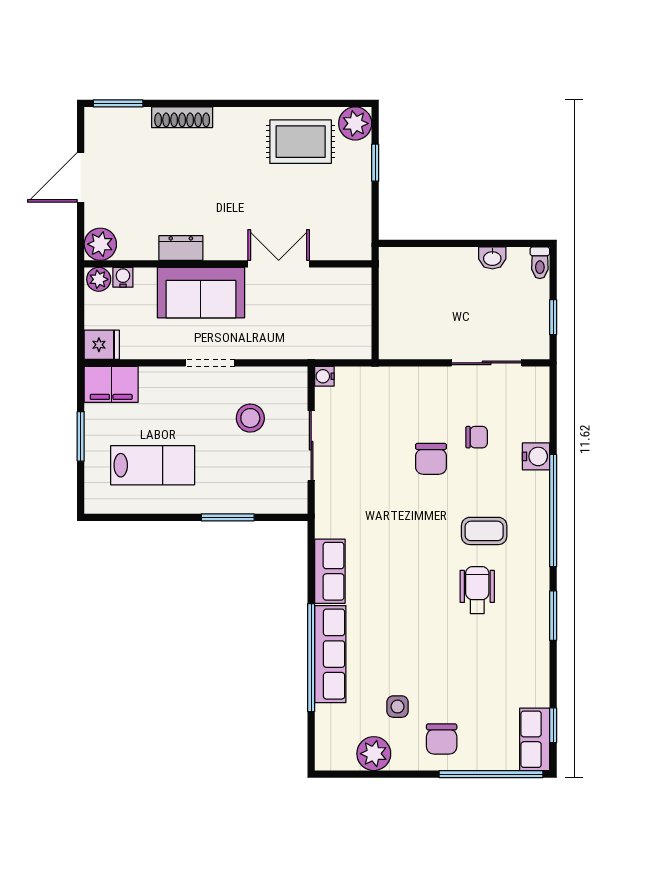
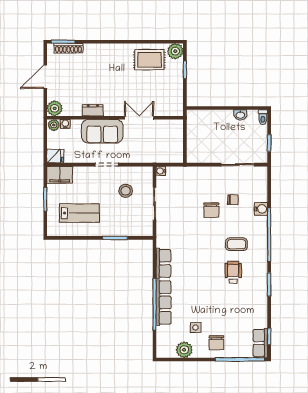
shoe rack: (182, 117) -> (68, 48), moved

